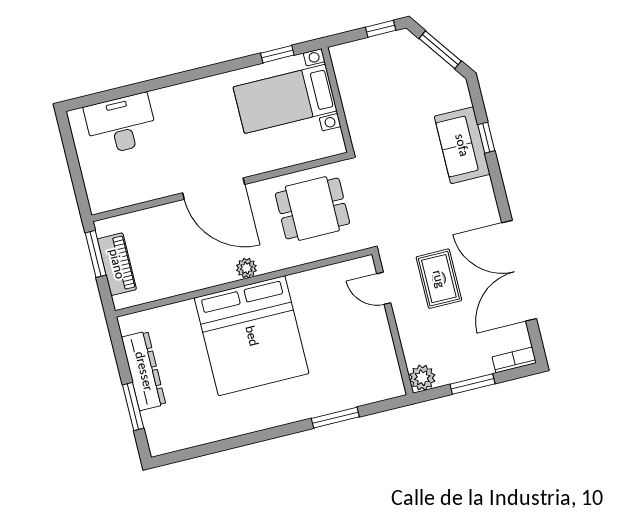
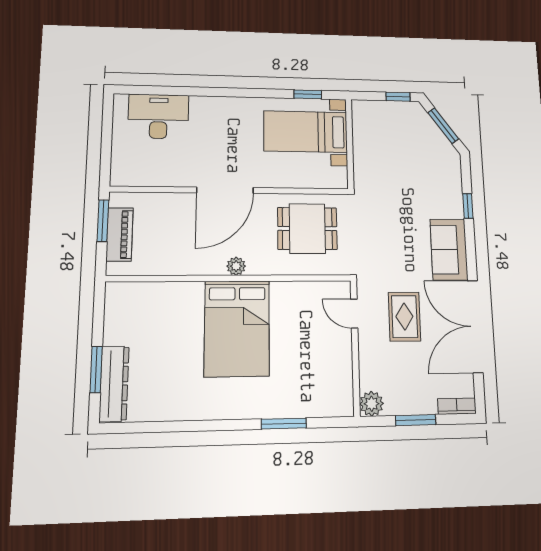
sofa: (462, 145) -> (449, 250), moved
door: (214, 189) -> (225, 190), hinge flipped
bed: (252, 336) -> (237, 328), width x0.73
dresser: (144, 371) -> (114, 384), moved

